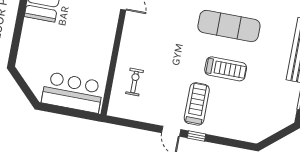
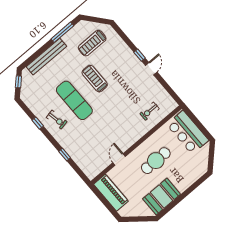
cafe table: (83, 32) -> (156, 161), added
treadmill: (197, 104) -> (92, 43), moved

